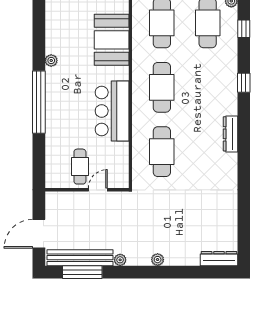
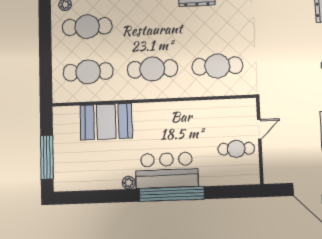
bar counter: (112, 111) -> (167, 170), moved, turned 180
door: (98, 190) -> (259, 129), swing flipped

